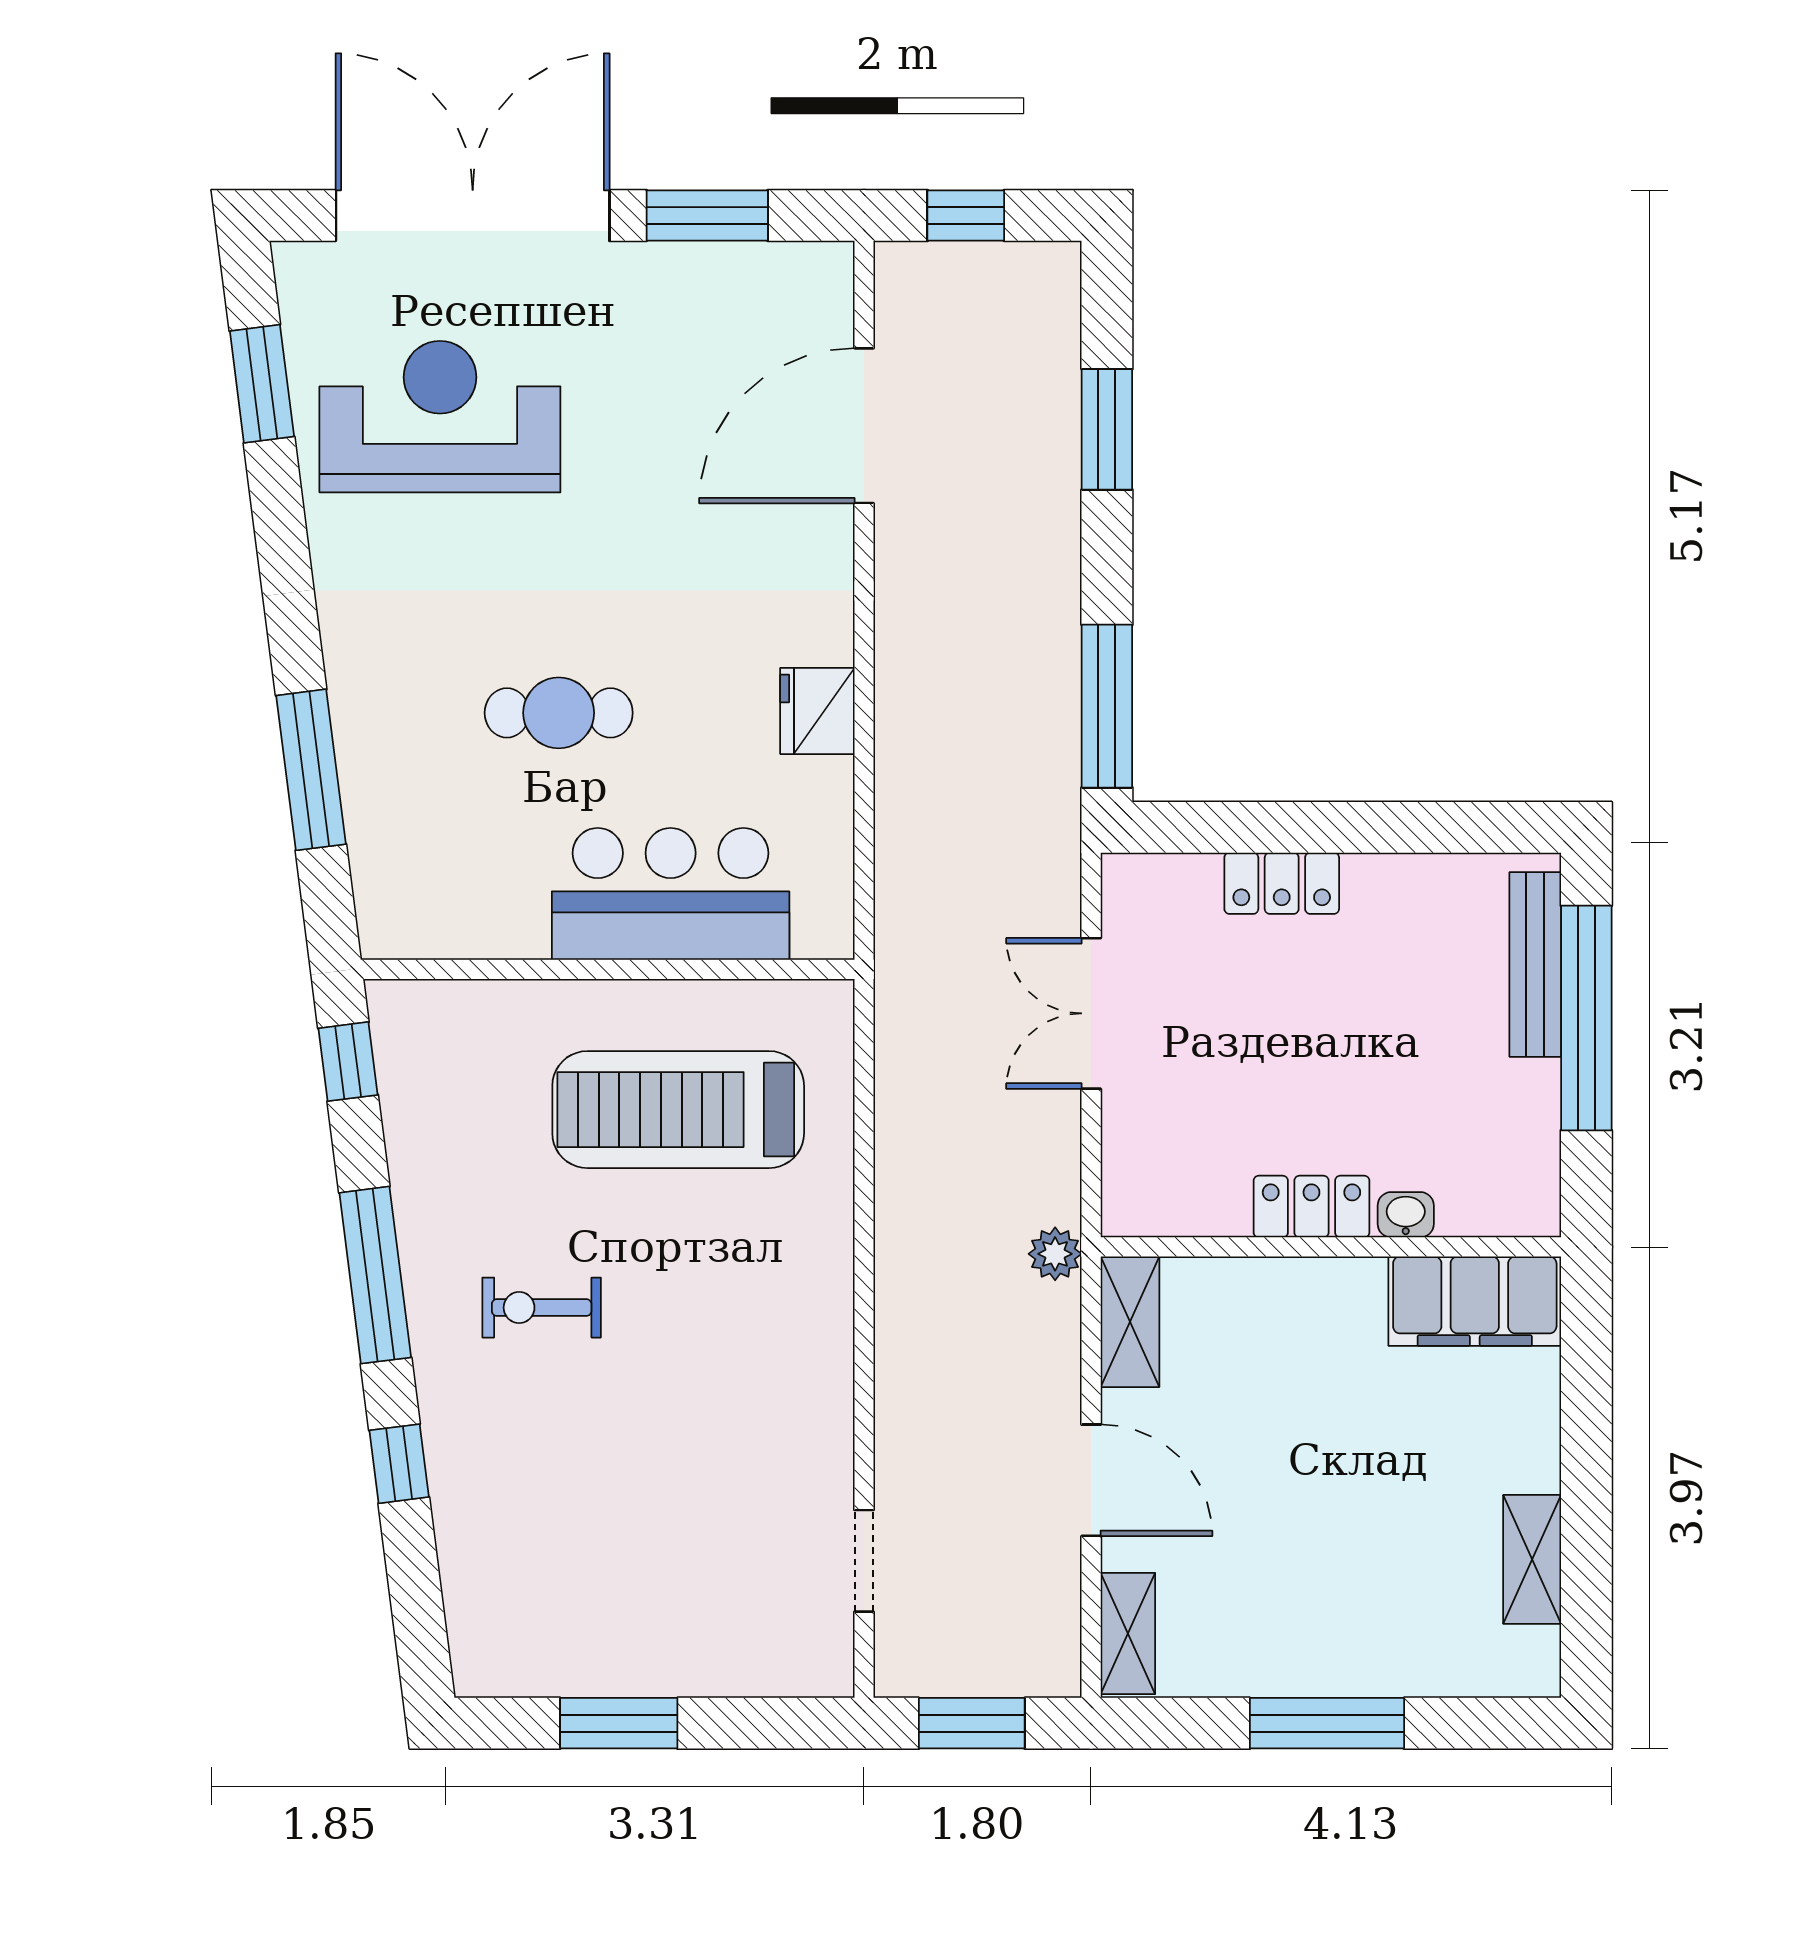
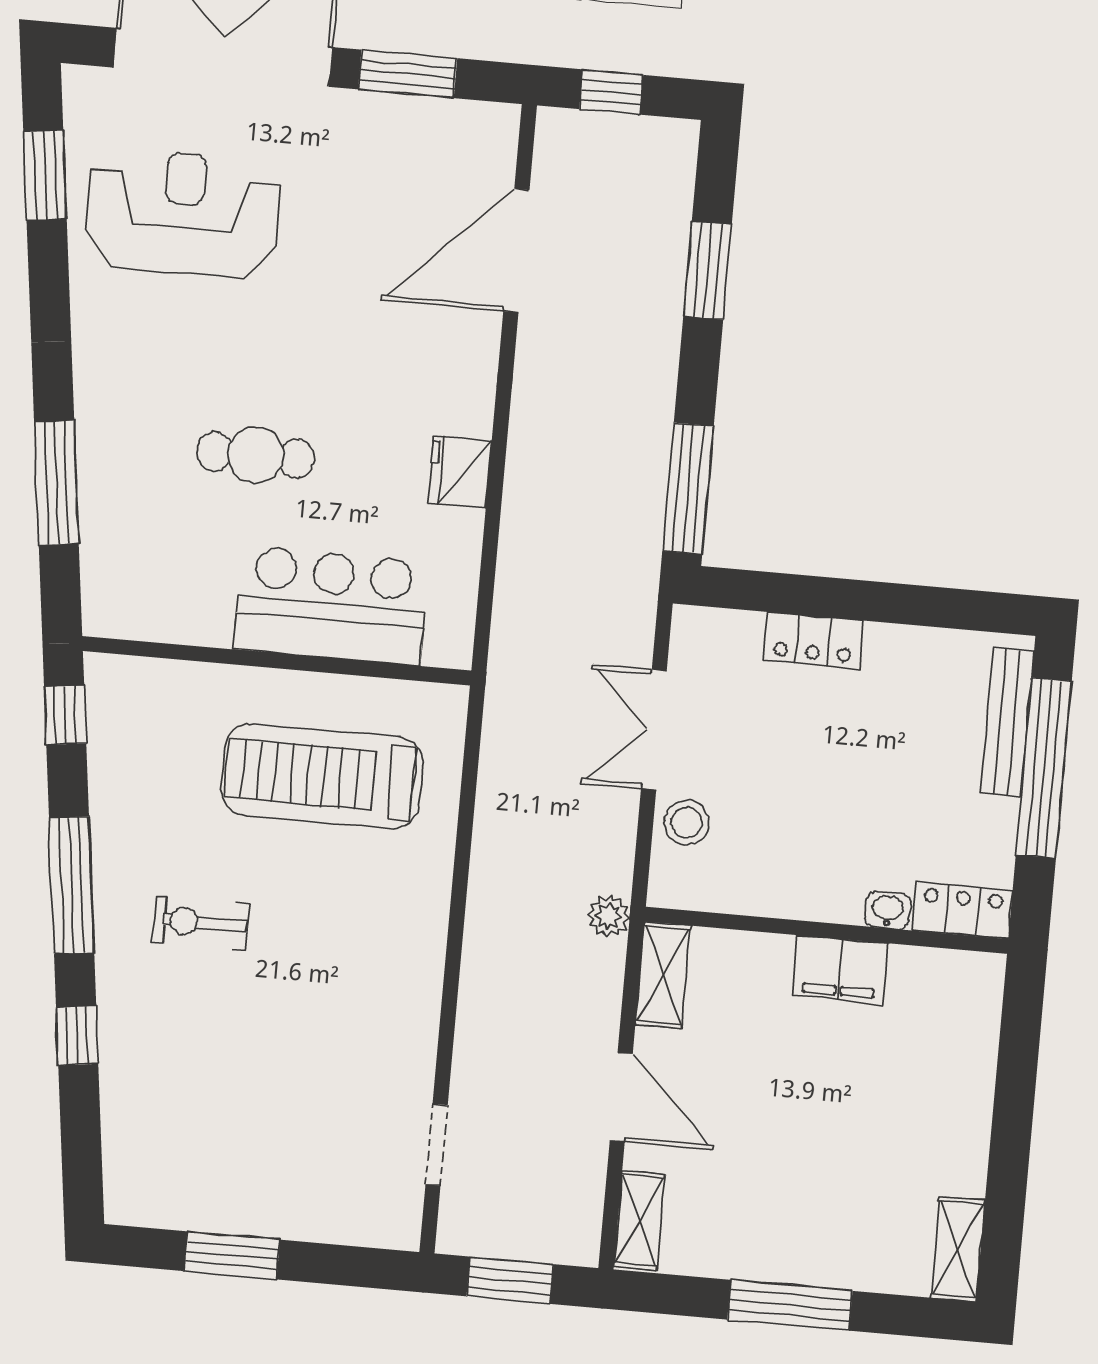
stool: (1143, 1127) -> (687, 823), added
locker: (1311, 1207) -> (962, 910), moved
filing cabinet: (1475, 1301) -> (840, 969), moved, width x0.67, depth x0.86
shelving: (1532, 1559) -> (958, 1249), moved

